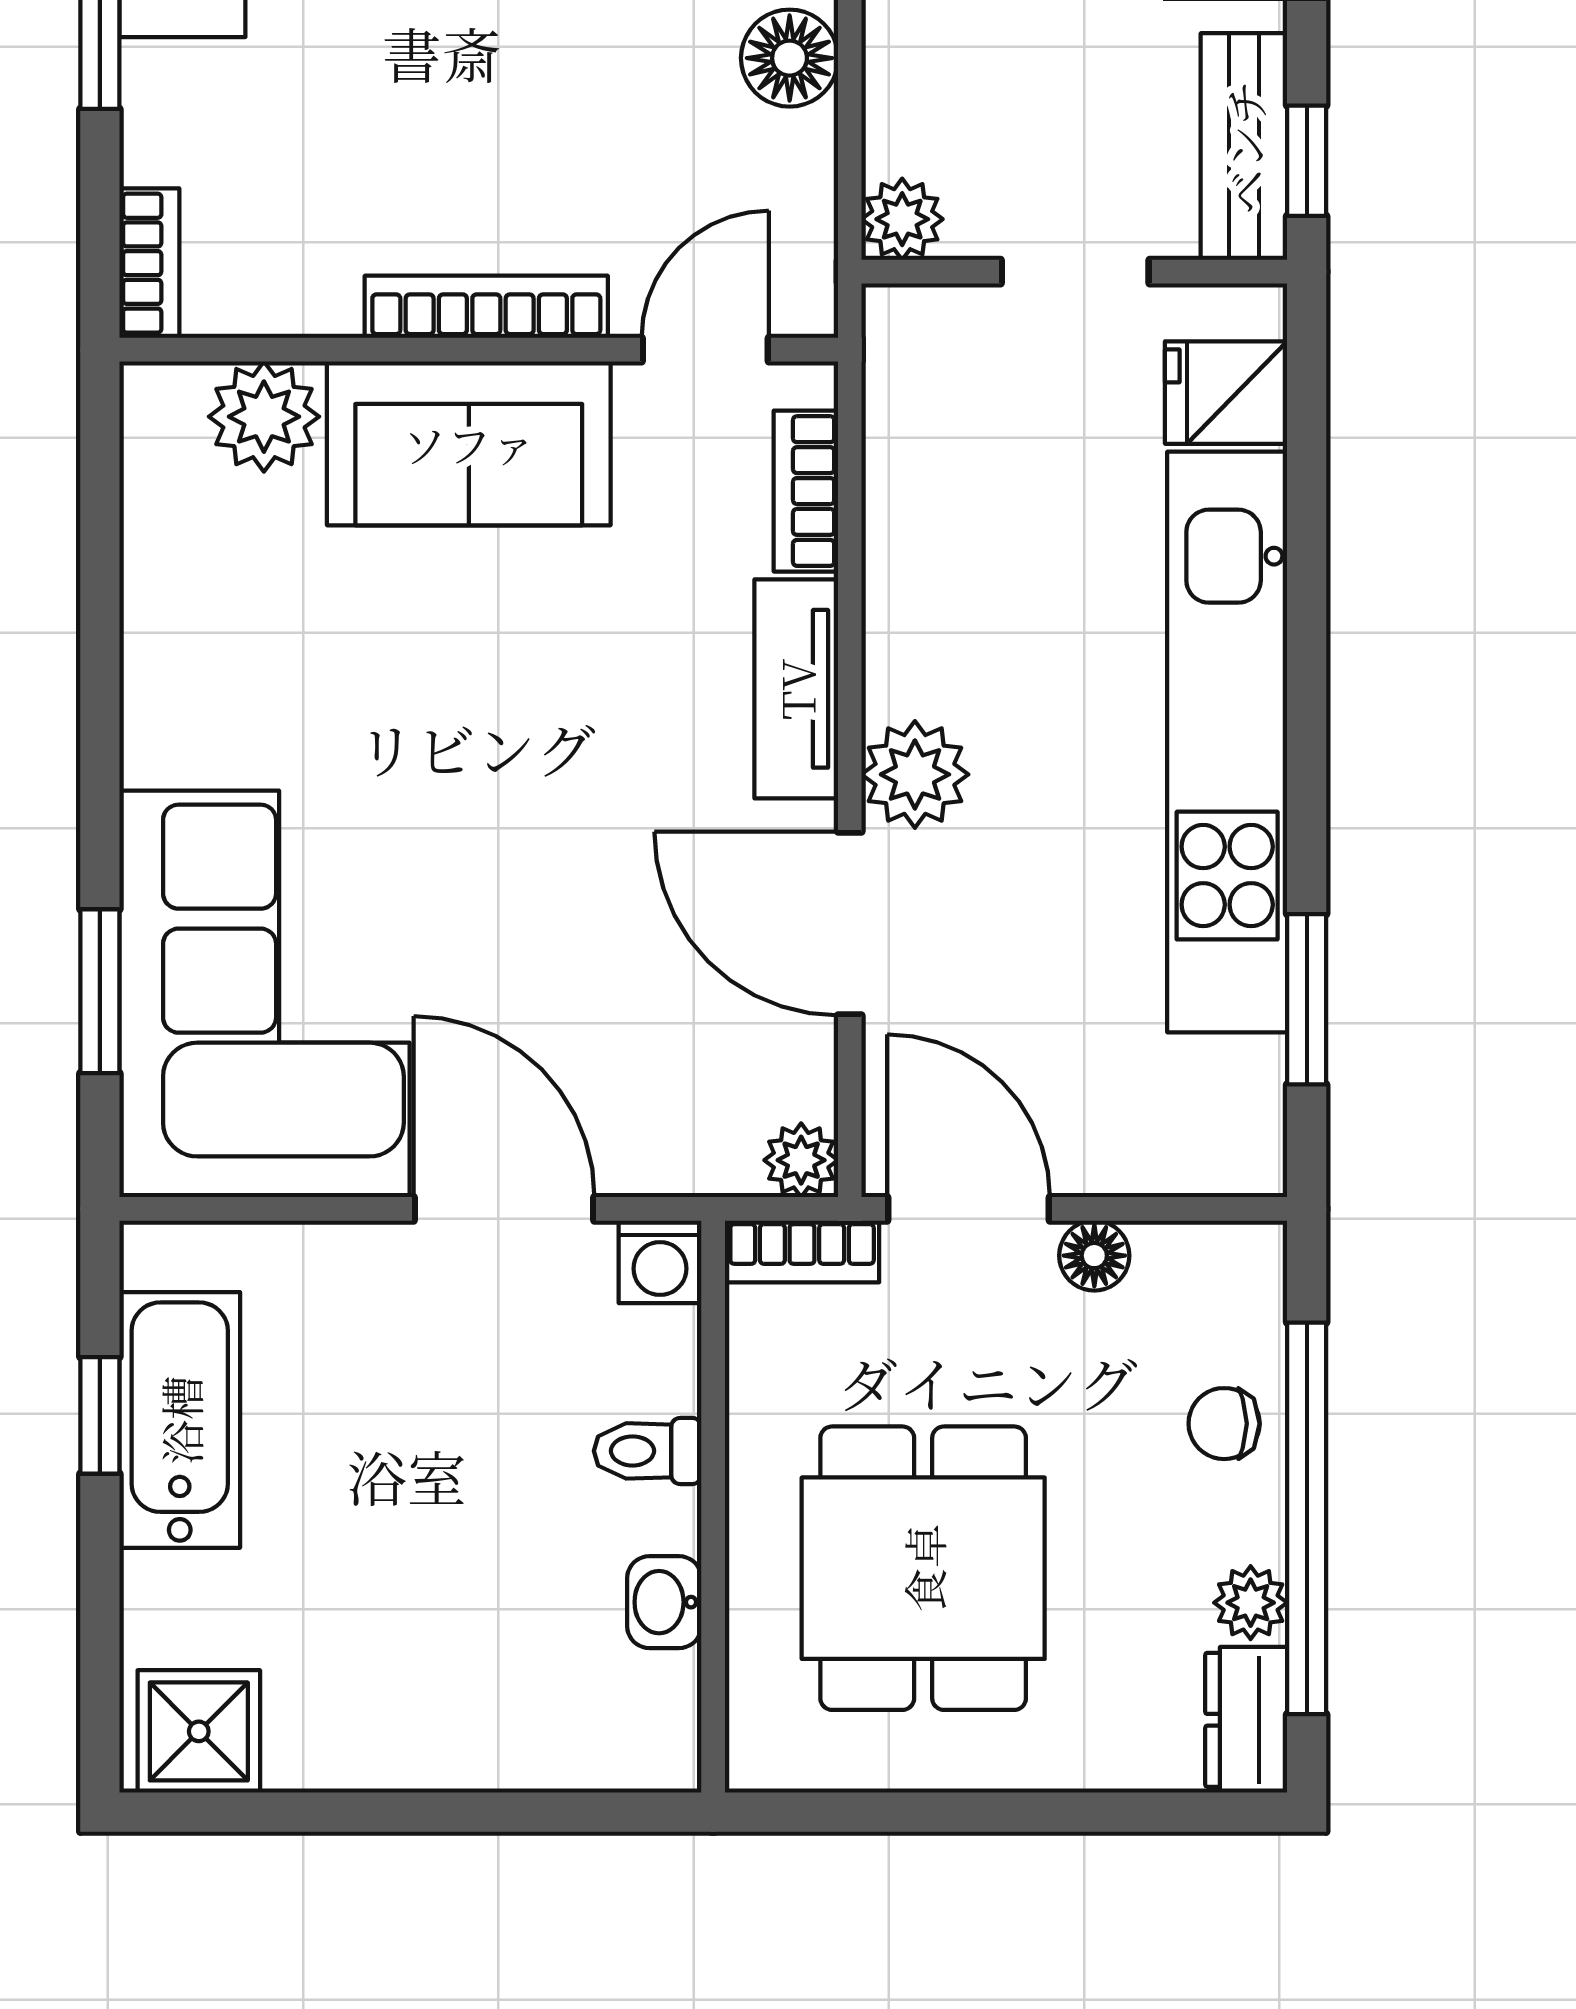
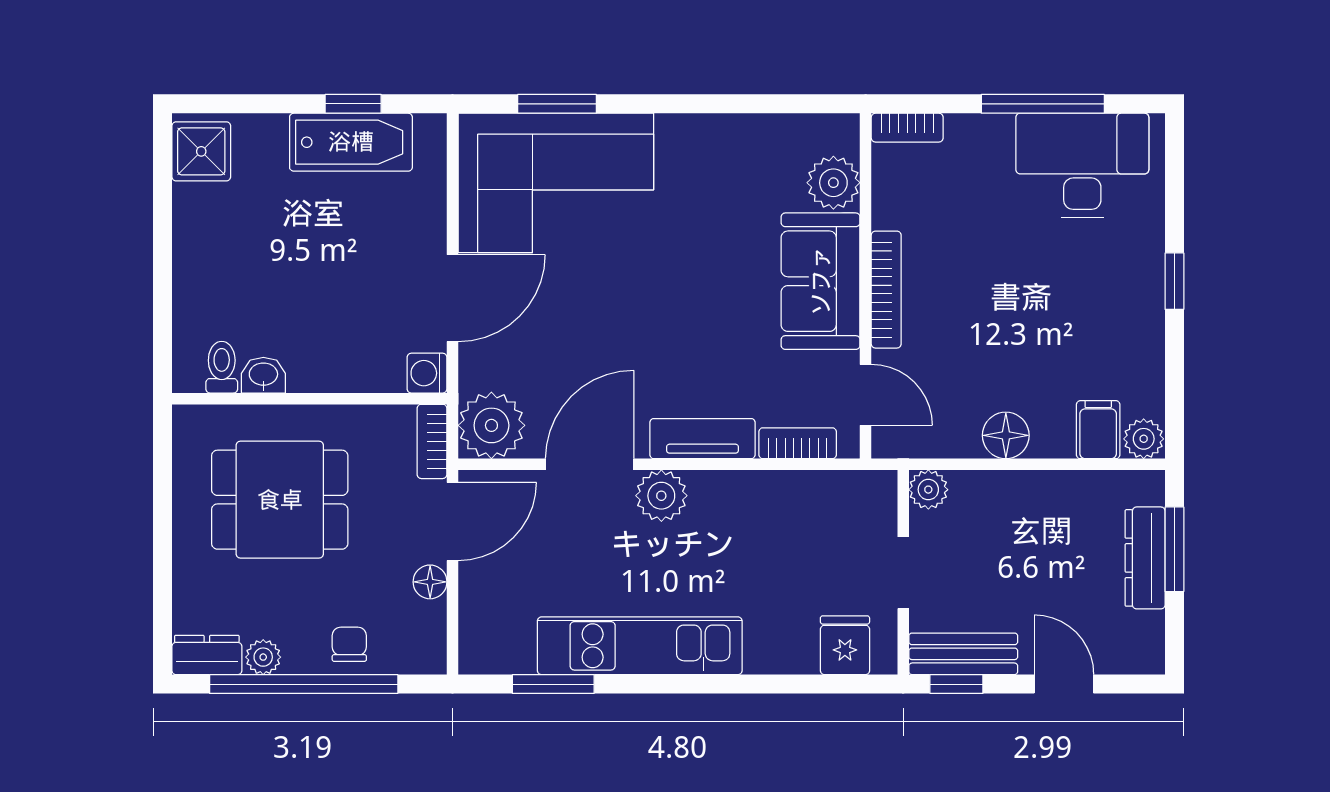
kitchen unit: (1227, 742) -> (640, 646), width x0.73
plant: (801, 1160) -> (491, 425), width x1.88, depth x1.88
toilet: (648, 1451) -> (222, 367), moved

